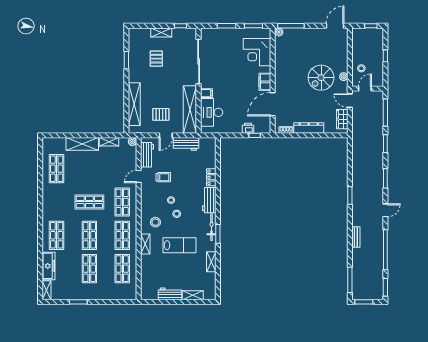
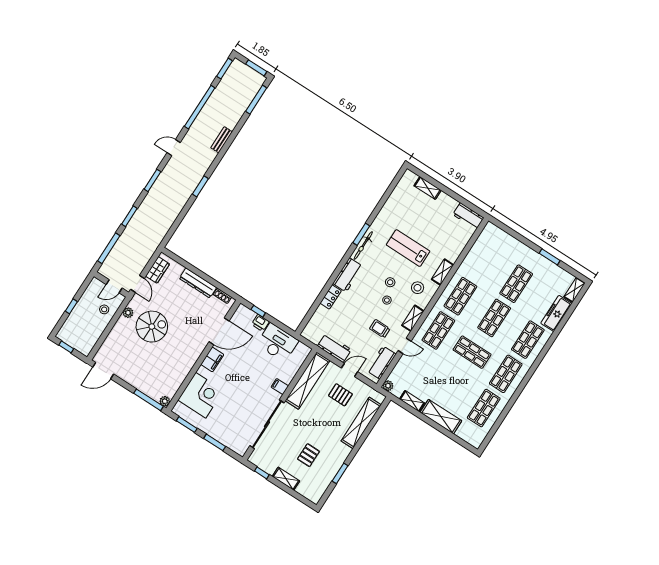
desk: (212, 112) -> (278, 343), moved, turned -90
shelving: (211, 262) -> (413, 318), moved
shop shelf: (122, 269) -> (506, 374), moved
workbench: (170, 294) -> (468, 216), moved

